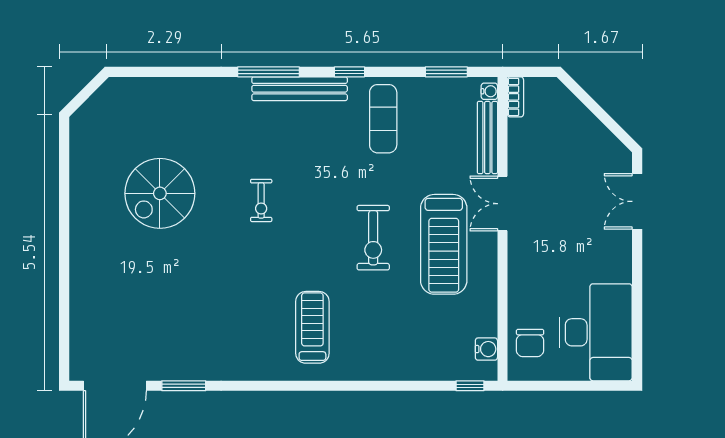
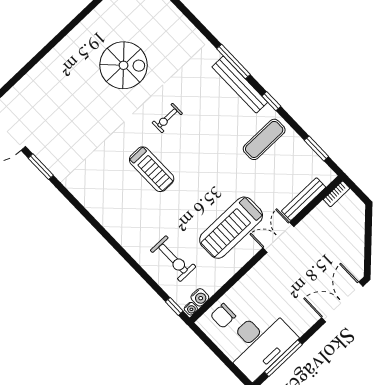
water cooler: (489, 91) -> (191, 309), moved
spiral stairs: (160, 193) -> (124, 65), turned 180
double door: (637, 201) -> (342, 302), width x1.37
exercise bike: (373, 238) -> (173, 259), moved, turned -90
window: (637, 322) -> (283, 358), added
treadmill: (312, 327) -> (152, 169), moved, turned 90

